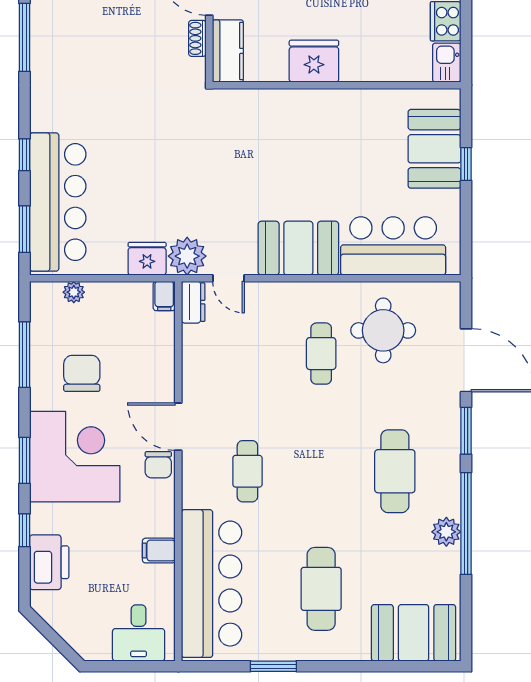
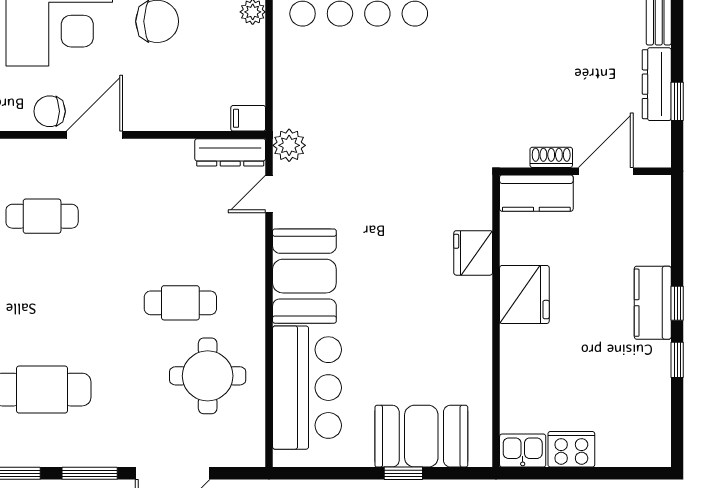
plant: (187, 256) -> (289, 145), width x0.73, depth x0.73
fridge: (147, 259) -> (473, 253), moved, turned 180
dresser: (193, 302) -> (230, 152), width x1.44

